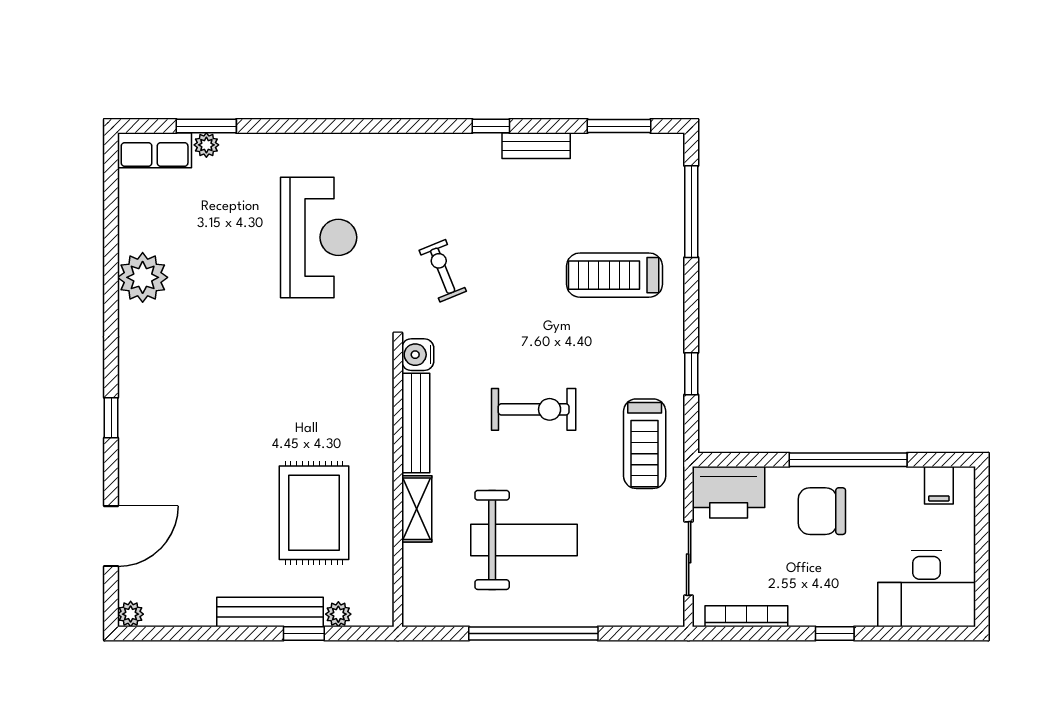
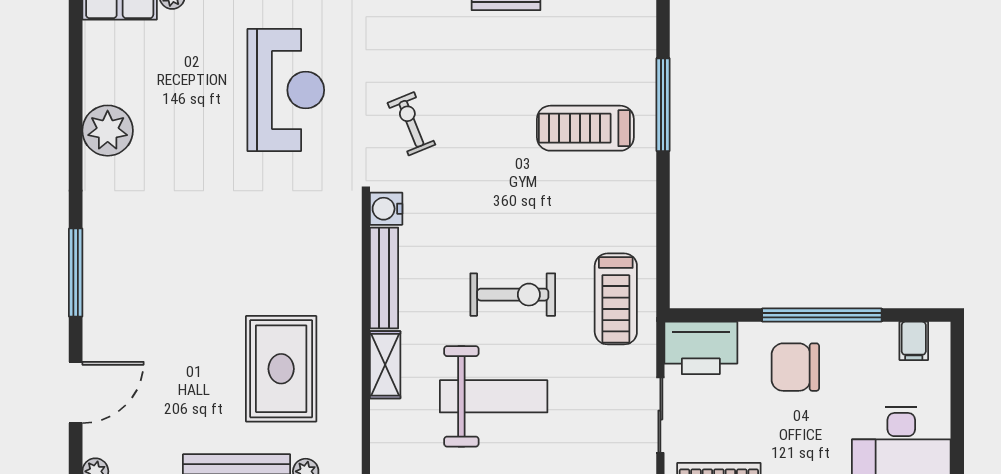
window: (691, 212) -> (663, 105), moved
window: (691, 374) -> (663, 228), removed
exercise bike: (534, 409) -> (513, 295), moved
window: (111, 418) -> (76, 273), width x2.17

